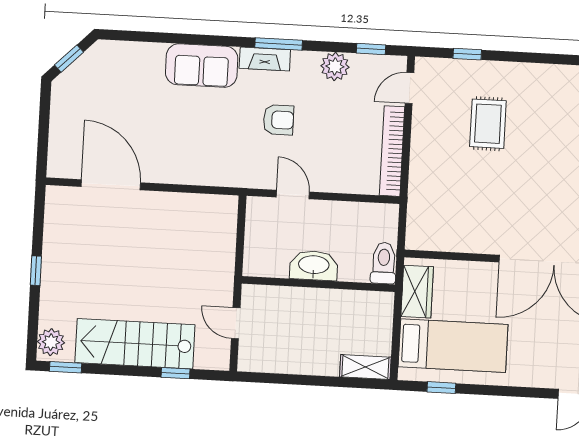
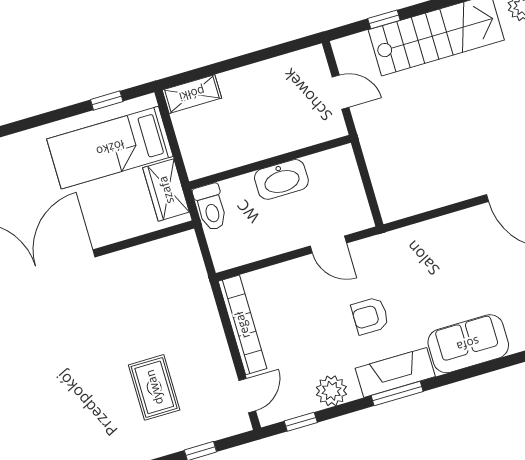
fireplace: (265, 59) -> (395, 372), width x1.37, depth x1.32

